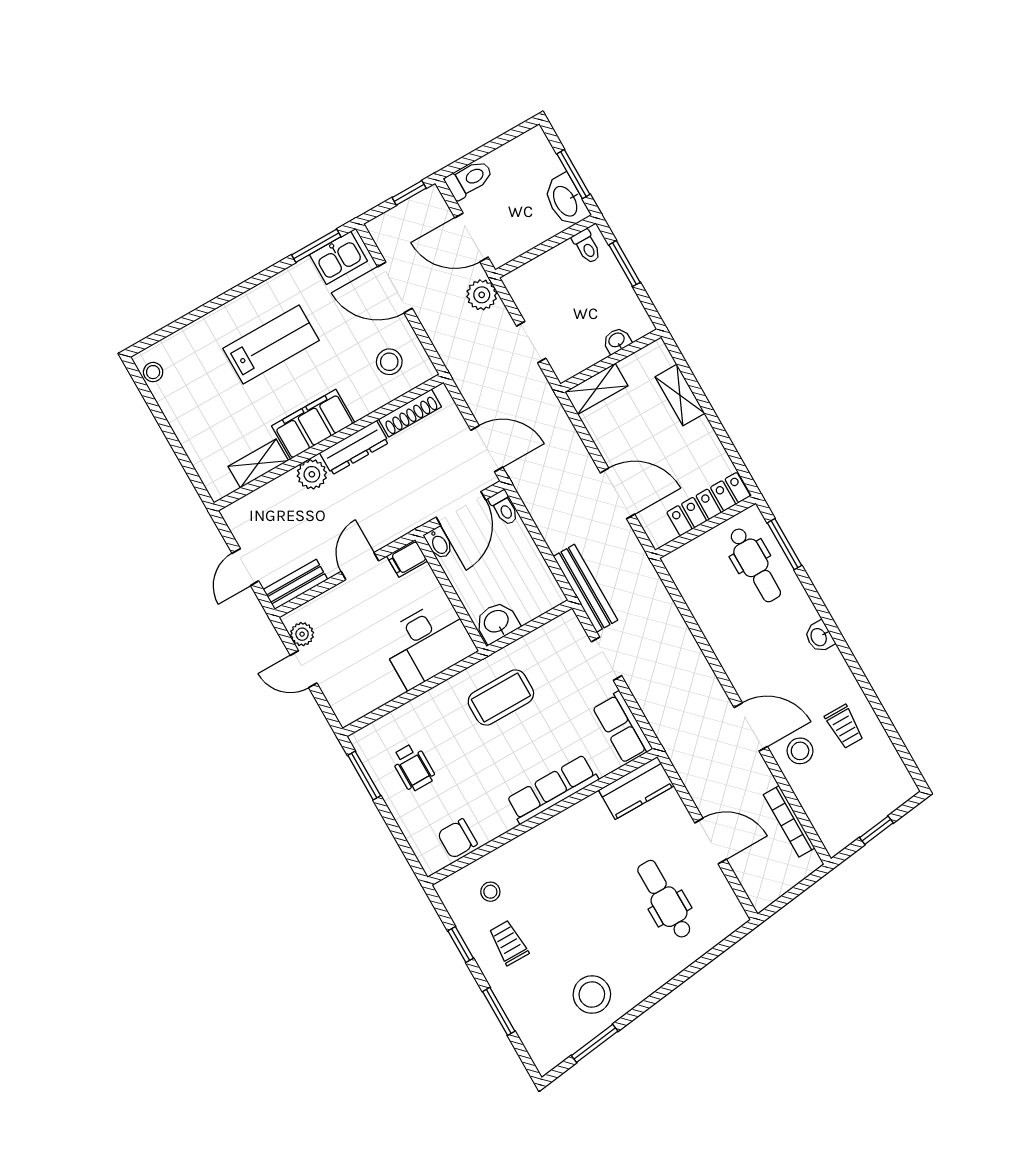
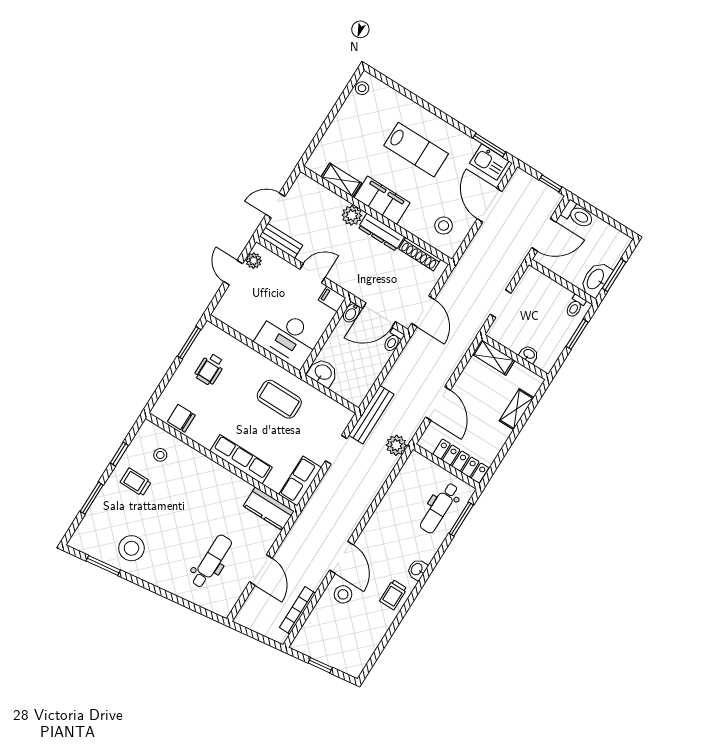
door: (471, 237) -> (544, 235), swing flipped
plant: (482, 295) -> (396, 445), moved
trolley: (844, 727) -> (393, 595), moved
trolley: (509, 943) -> (136, 482), turned -90

